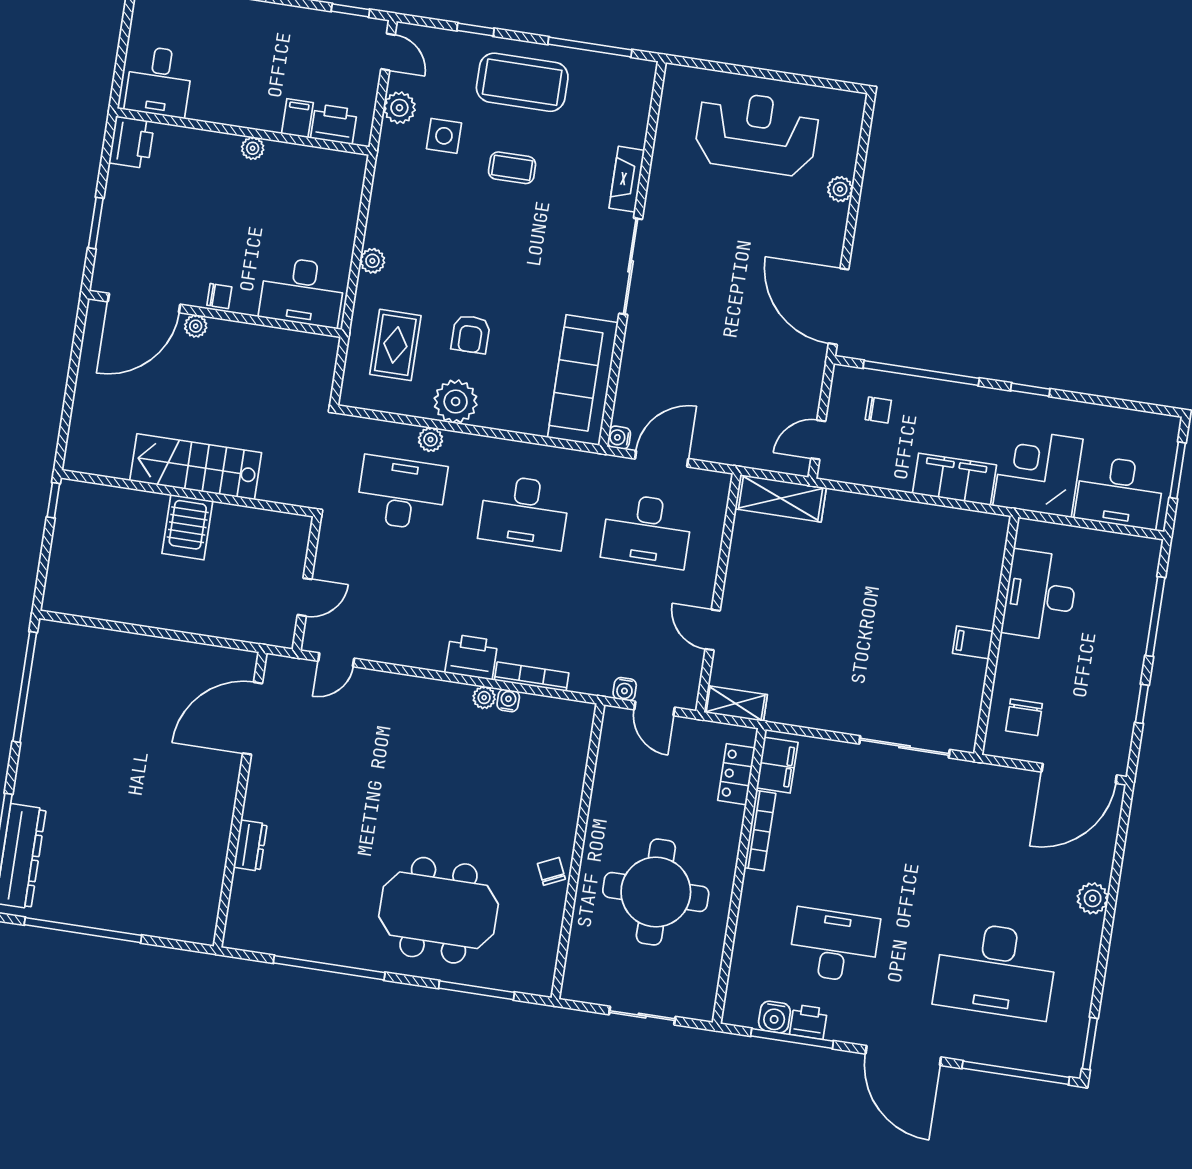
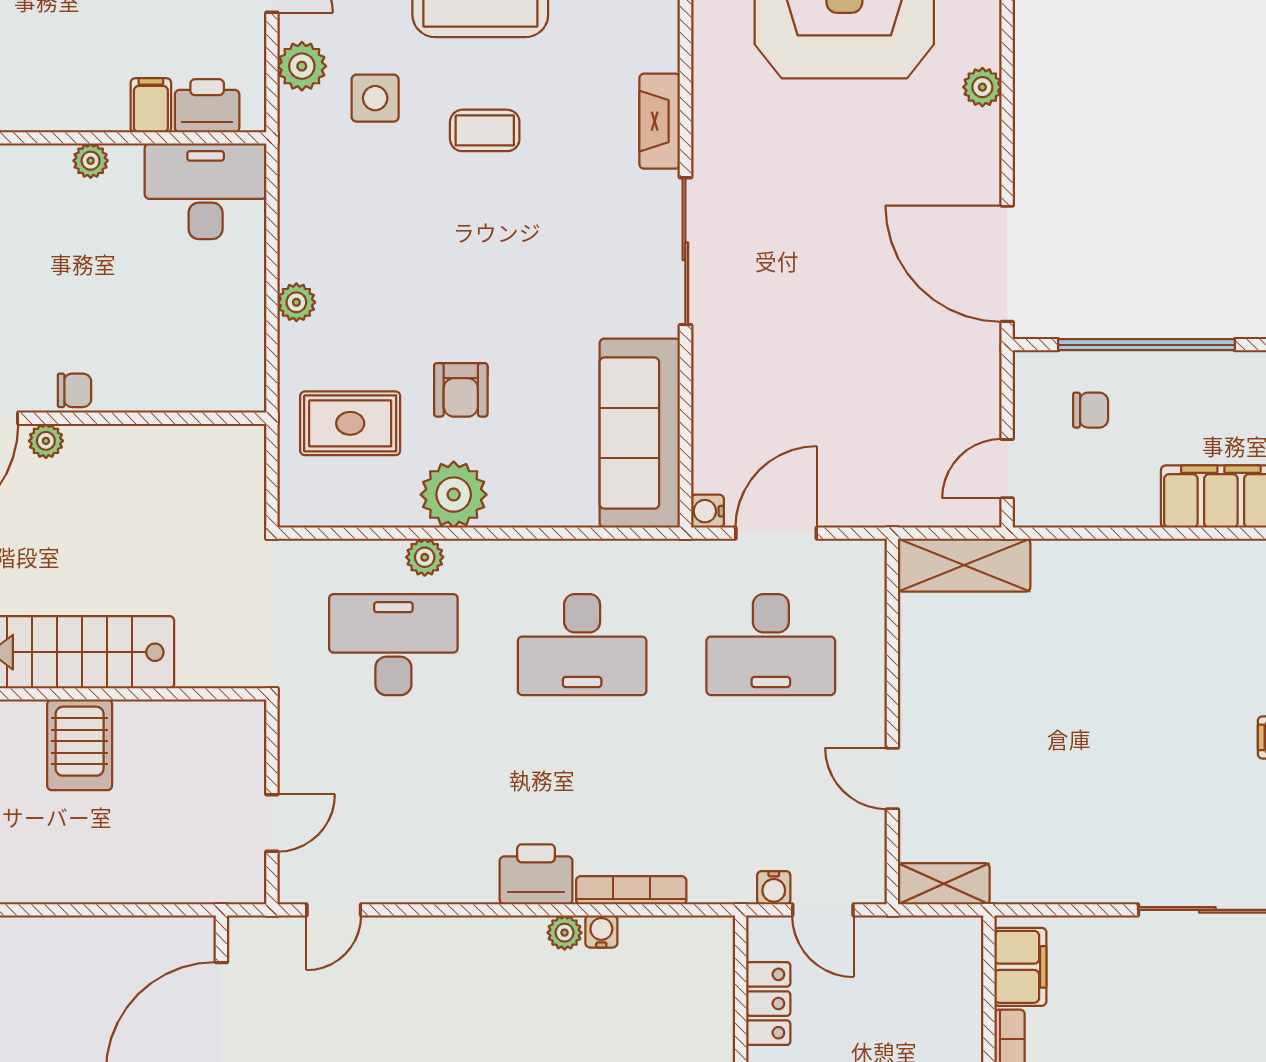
desk: (302, 292) -> (206, 191), moved, turned 180
rug: (395, 345) -> (350, 423), turned 90
locker: (736, 774) -> (768, 1004), moved, turned 180

